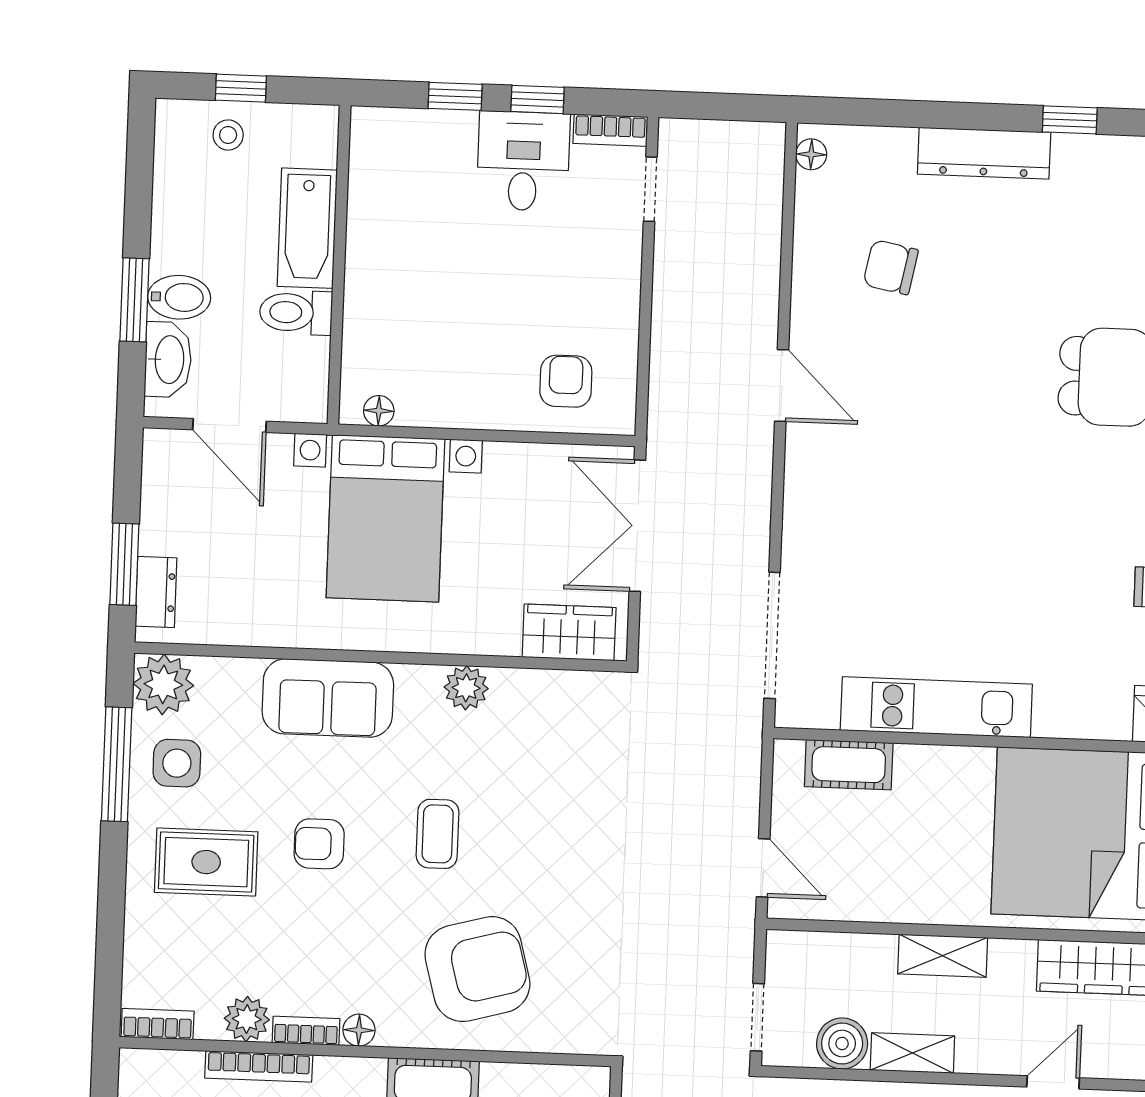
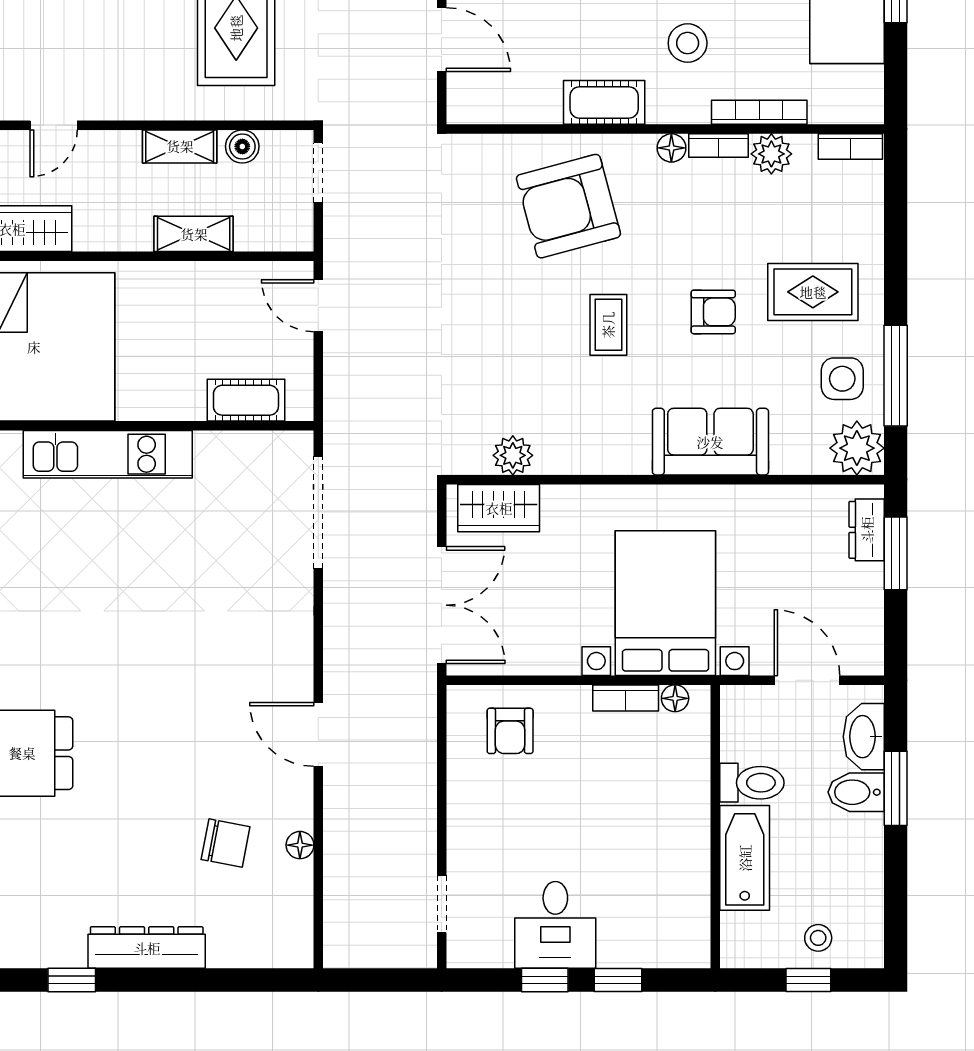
bookcase: (610, 130) -> (626, 698), moved, turned 180
floor lamp: (811, 154) -> (300, 845), moved
plant: (466, 688) -> (513, 455), moved
kitchen unit: (936, 707) -> (108, 454), moved
shelving: (943, 956) -> (194, 234), moved
boiler: (842, 1043) -> (242, 146), width x0.73, depth x0.73

